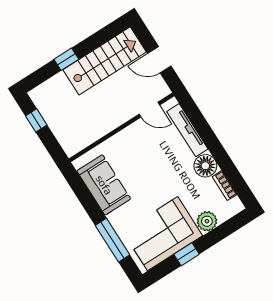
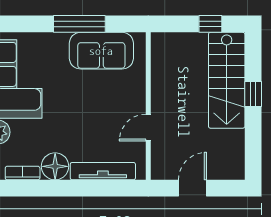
stairs: (105, 61) -> (227, 80), moved
door: (149, 110) -> (148, 128), moved
window: (113, 240) -> (79, 24), moved

